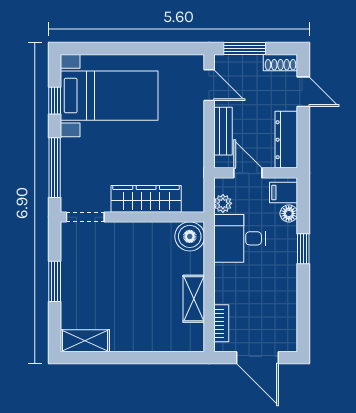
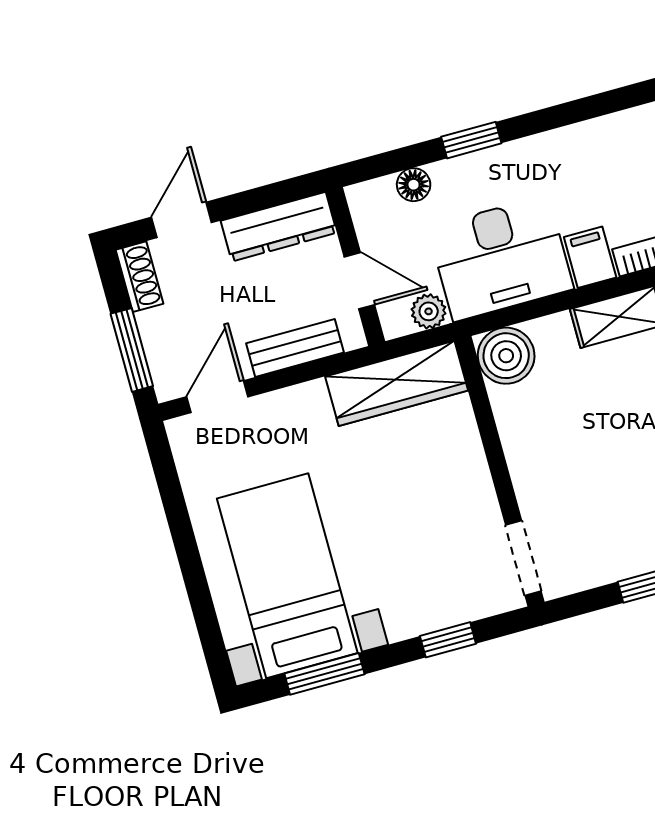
window: (55, 101) -> (324, 674), width x1.50
window: (55, 168) -> (448, 640), width x0.46
door: (248, 173) -> (359, 281), swing flipped
filing cabinet: (284, 193) -> (590, 257), moved, turned 180
wardrobe: (146, 199) -> (397, 383), moved, turned -90
desk: (240, 238) -> (501, 258), width x1.37

